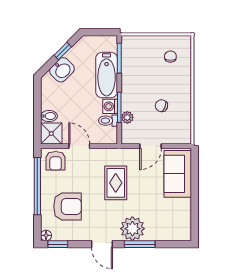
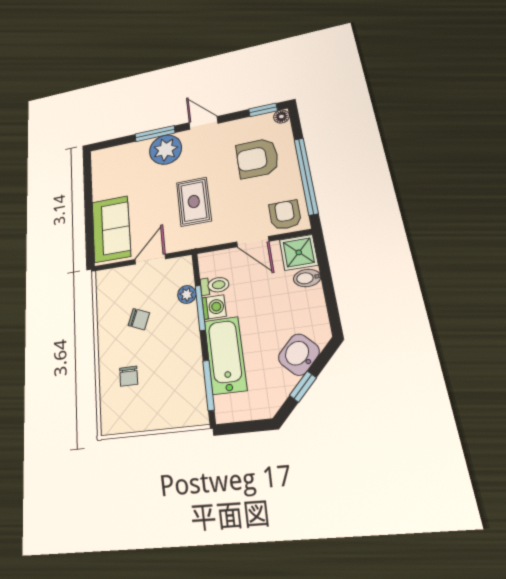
chair: (170, 57) -> (129, 376), moved

